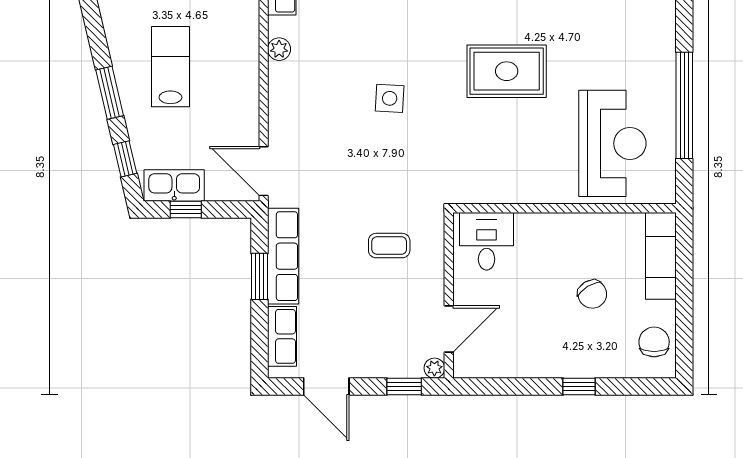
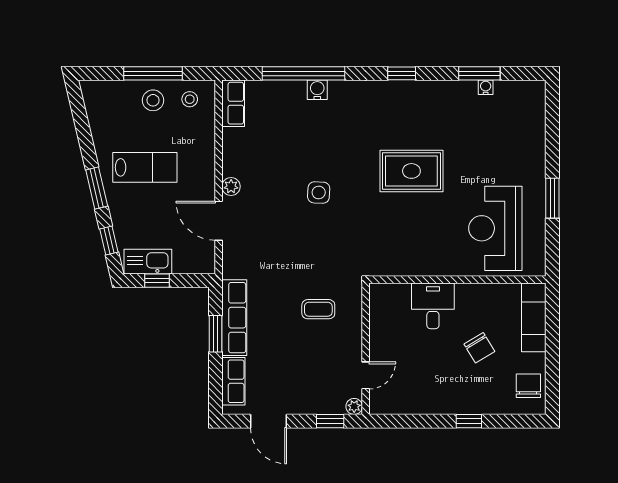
plant: (279, 49) -> (231, 186), moved
lab bench: (170, 67) -> (145, 167), turned 90
window: (684, 105) -> (552, 198), width x0.47
reception desk: (612, 143) -> (495, 228), turned 180
door: (264, 171) -> (219, 221), moved
desk: (487, 241) -> (433, 306), moved
door: (449, 329) -> (366, 375), width x0.73

